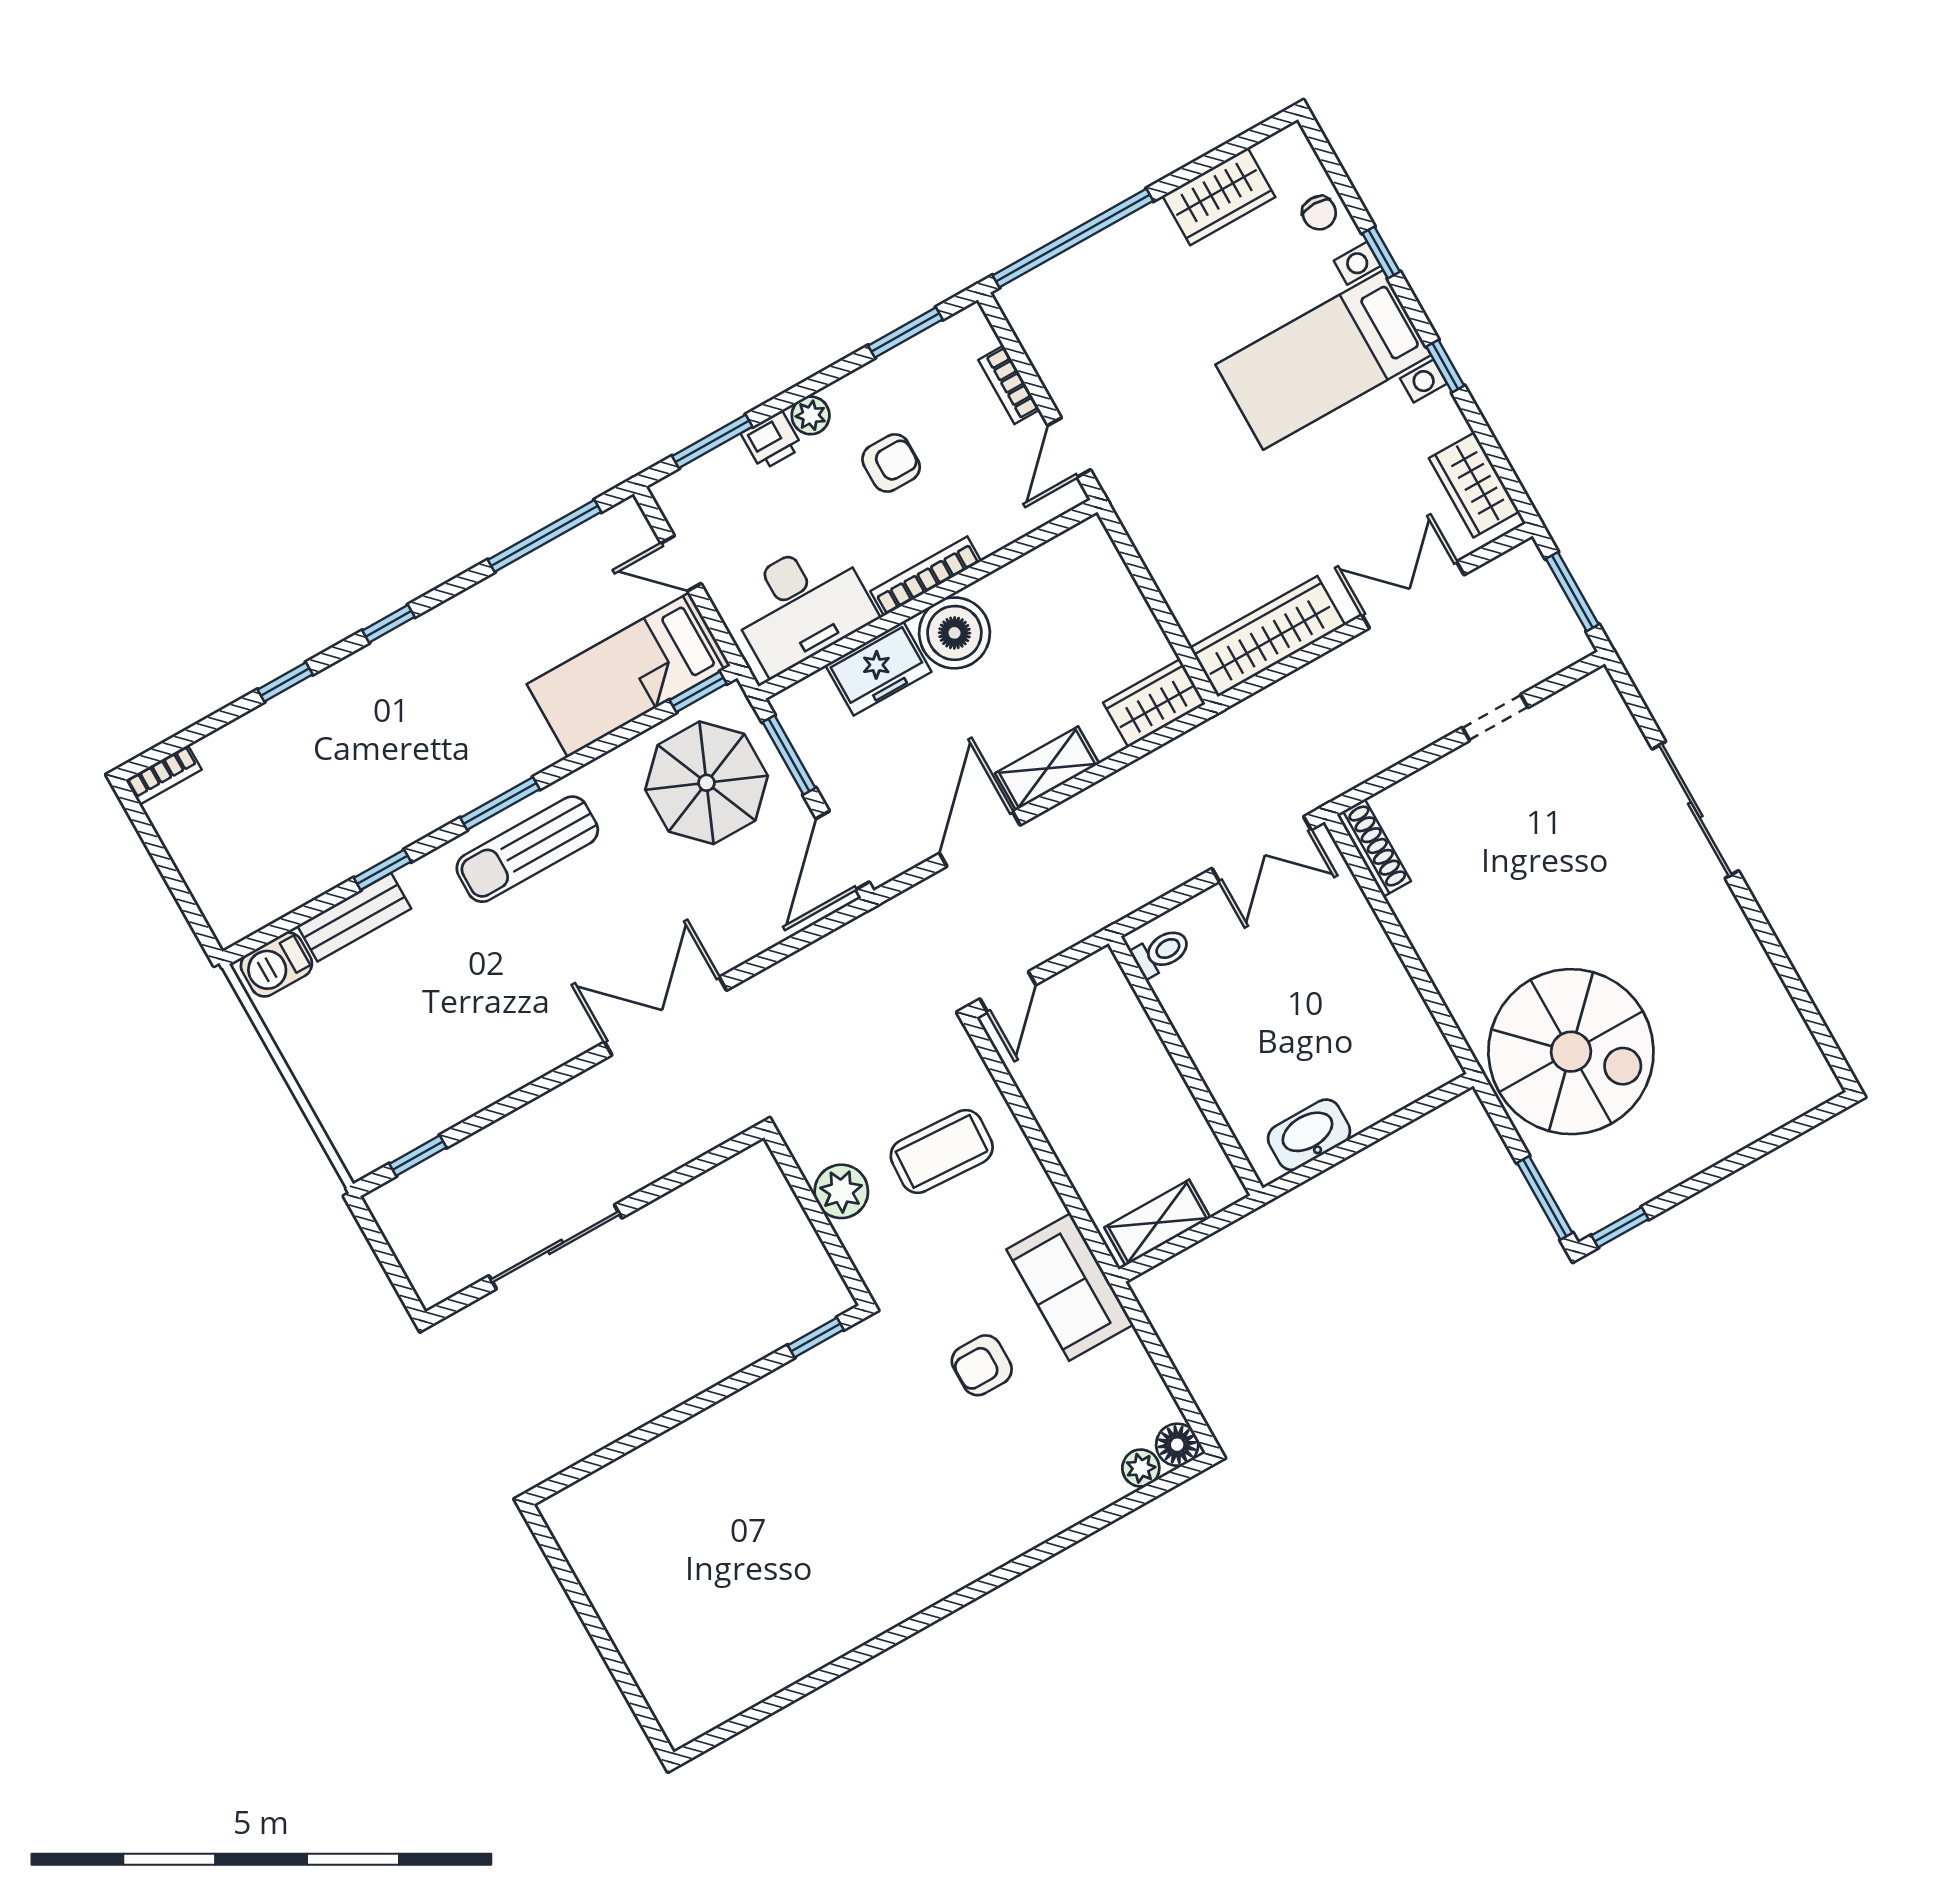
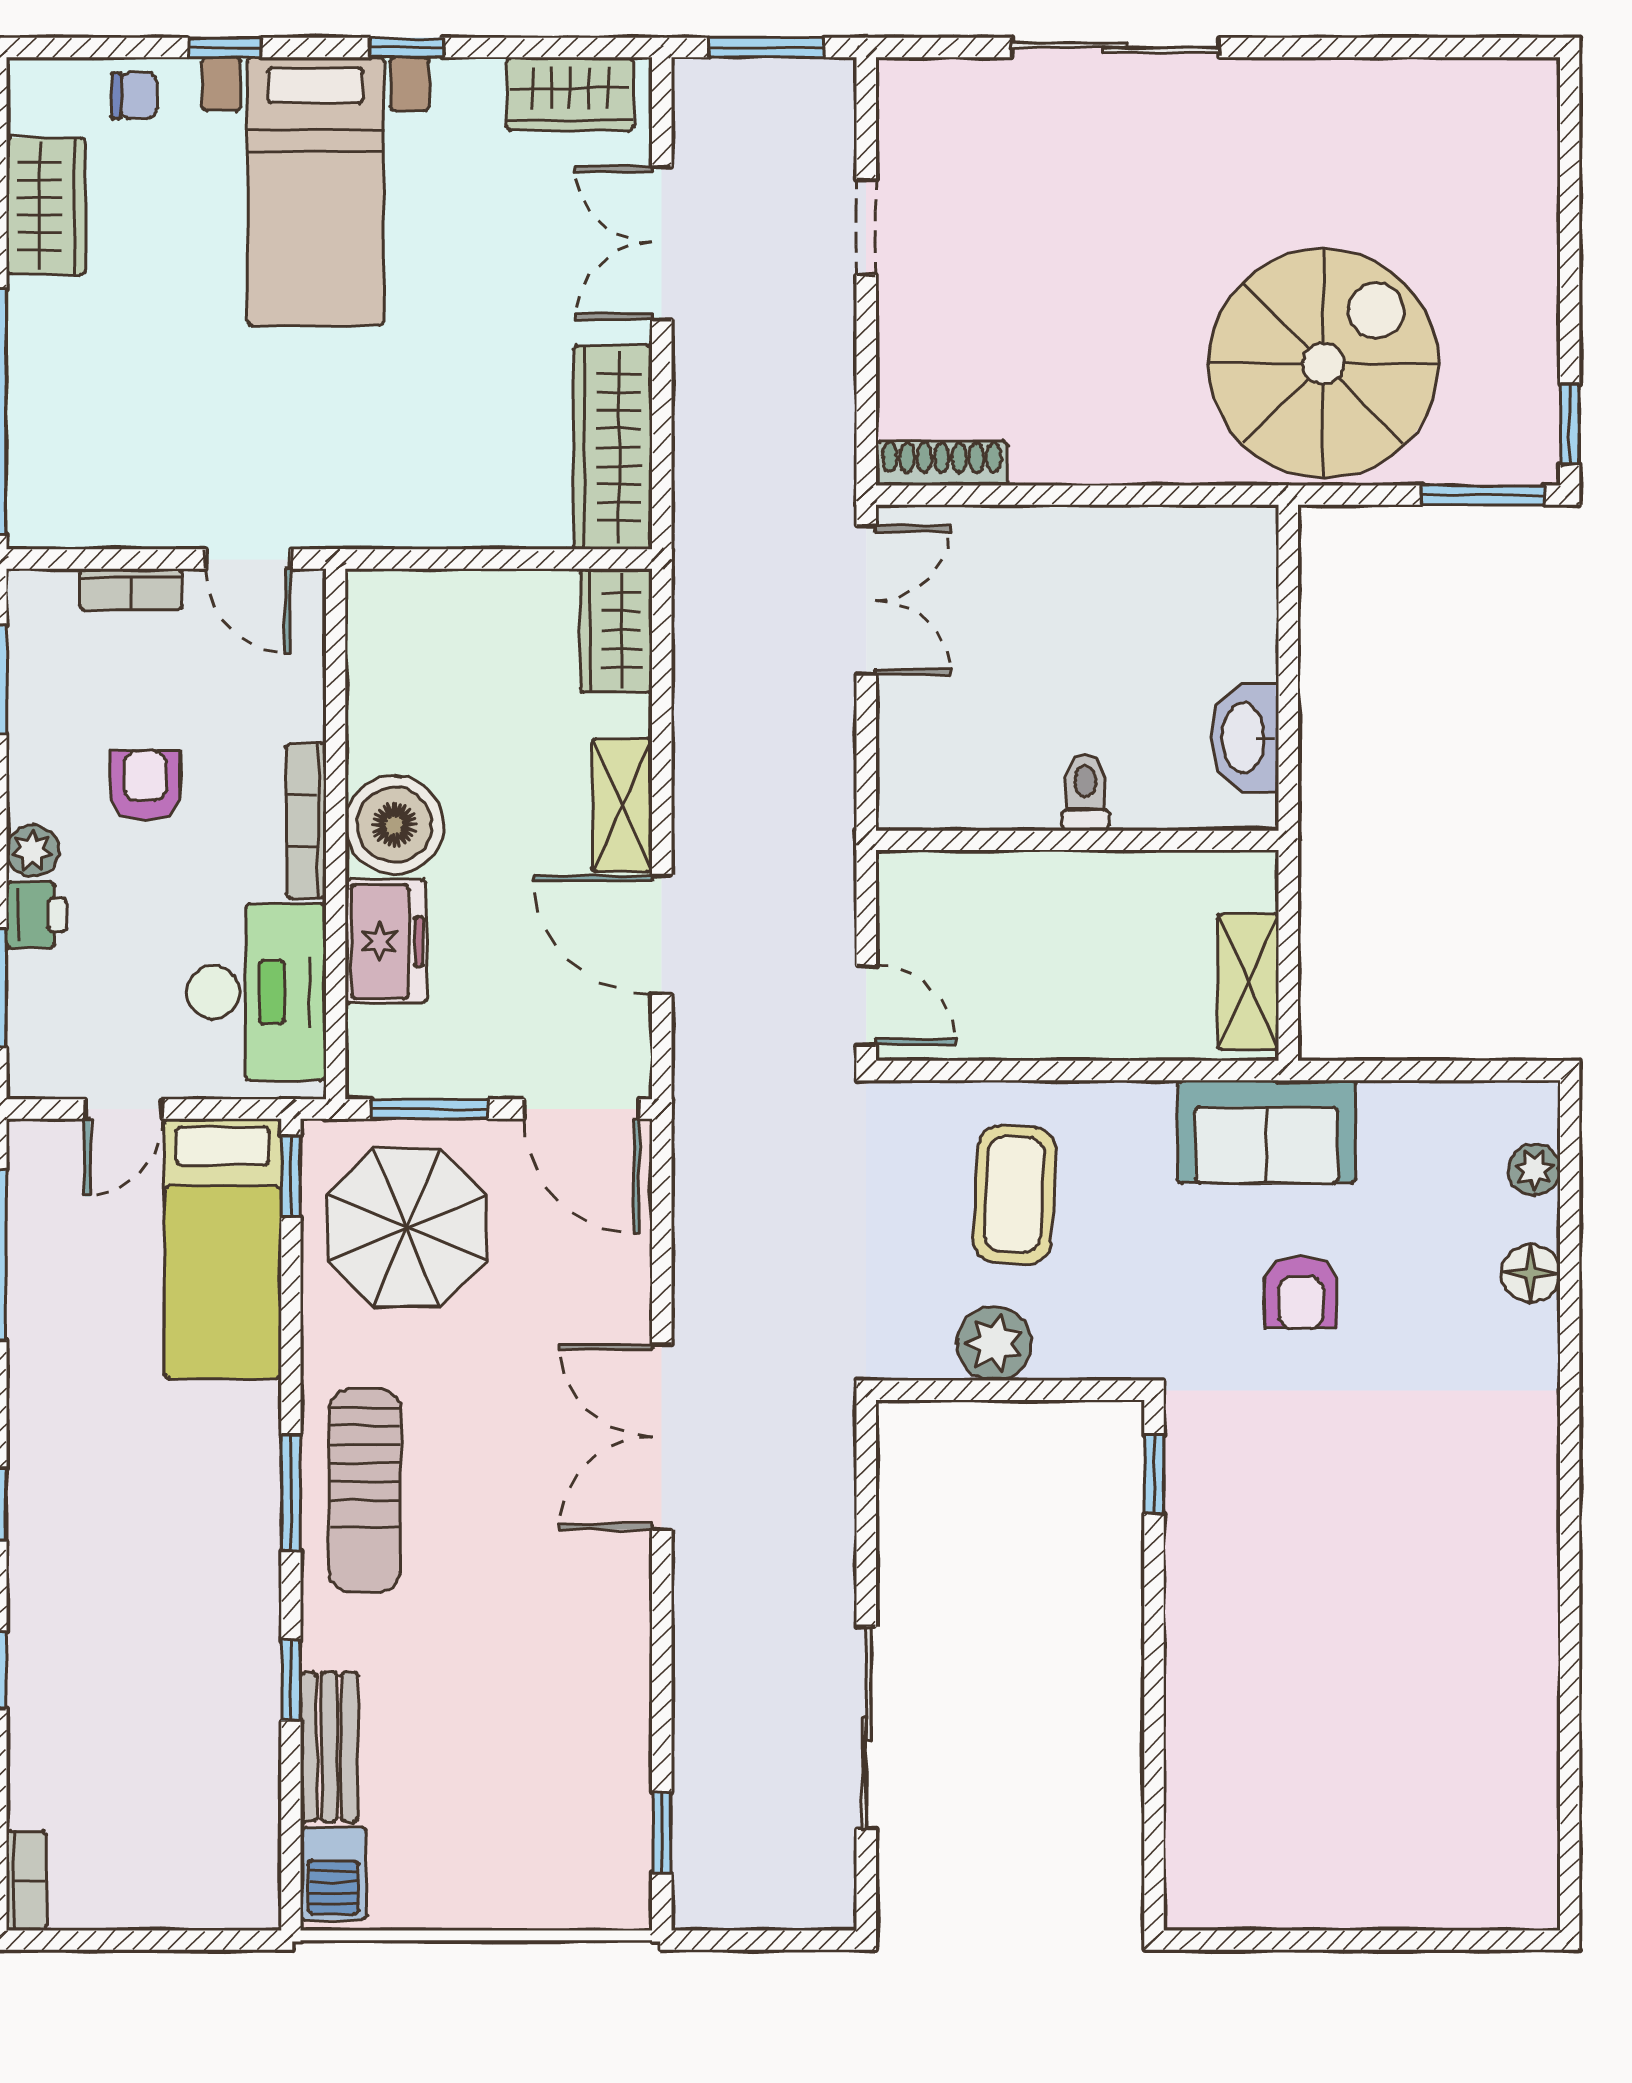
toilet: (1161, 952) -> (1085, 792), moved
floor lamp: (1177, 1445) -> (1531, 1273), moved

